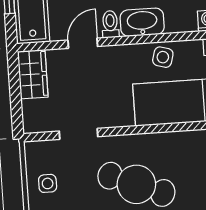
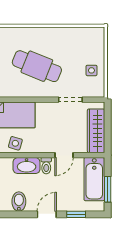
wardrobe: (33, 74) -> (96, 131), width x1.50

